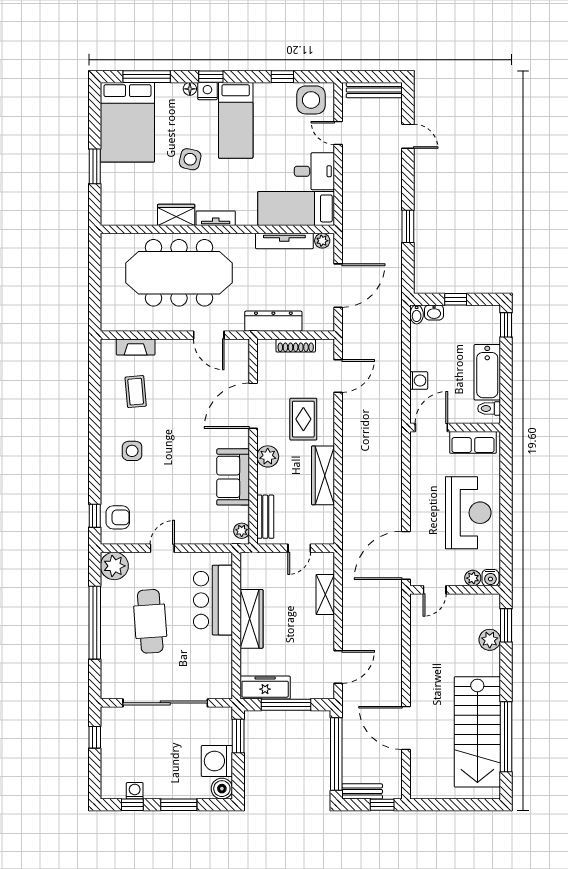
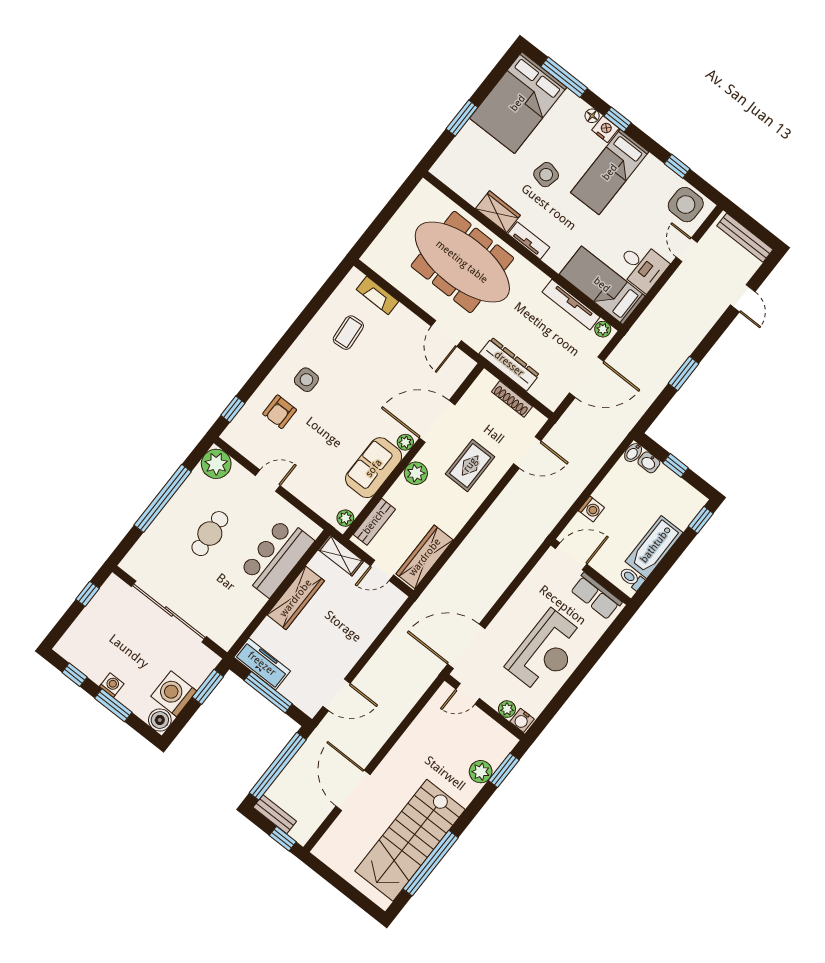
plant: (242, 440) -> (405, 442), added
wardrobe: (323, 475) -> (425, 557), moved
armchair: (118, 517) -> (280, 412), moved, turned 90
shelving: (325, 595) -> (341, 555), moved, turned 90
cafe table: (150, 621) -> (210, 534), width x0.73, depth x0.74
washing machine: (135, 791) -> (112, 685), moved

